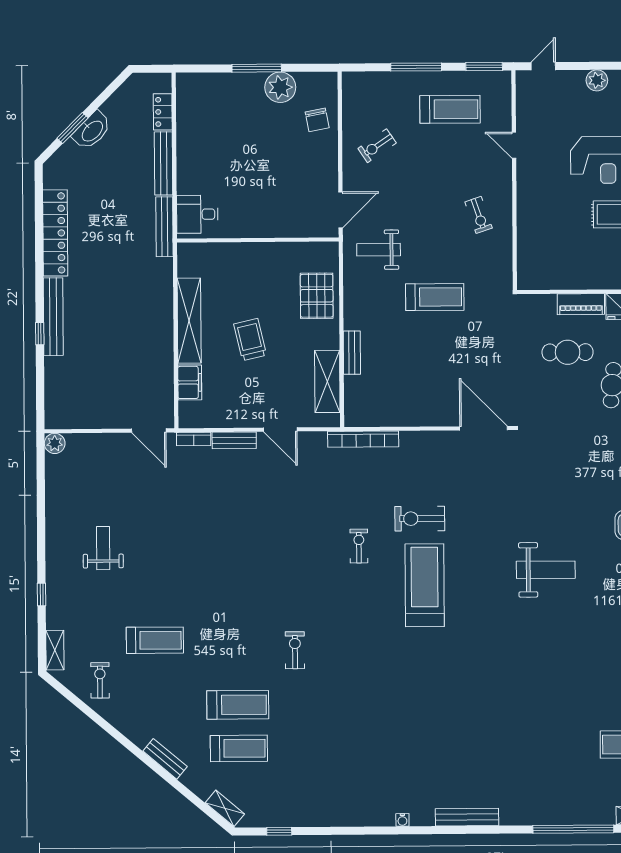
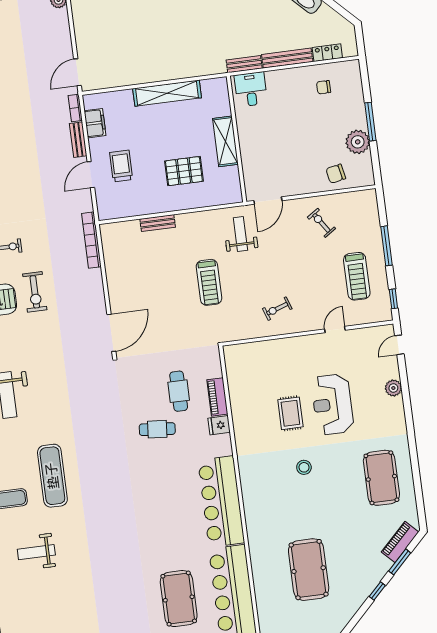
door: (543, 66) -> (399, 345), swing flipped
window: (484, 67) -> (393, 299), width x0.67
chair: (206, 122) -> (324, 87), added
door: (341, 210) -> (268, 201), hinge flipped
bench: (164, 227) -> (244, 64), width x0.73
pallet: (317, 296) -> (184, 171), moved
trolley: (250, 340) -> (121, 166), moved, turned -77
shelving: (327, 381) -> (225, 141), moved, turned 90
filing cabinet: (190, 382) -> (95, 123), moved, turned -90
exercise bike: (420, 519) -> (35, 292), turned 180

